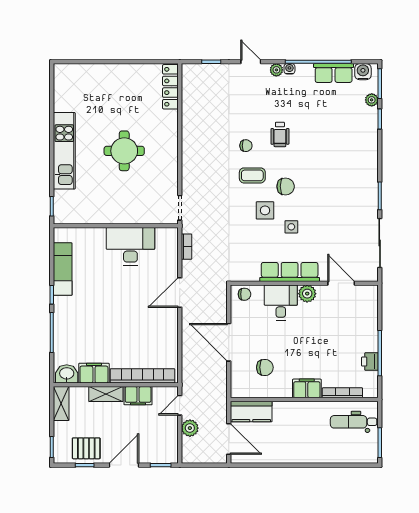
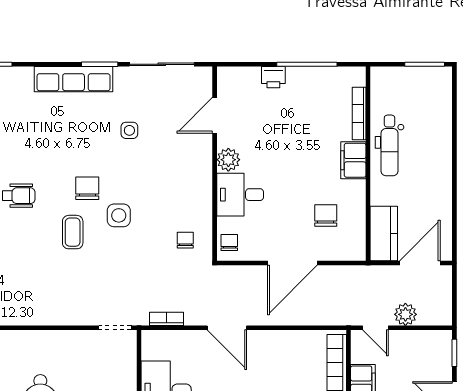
chair: (246, 146) -> (185, 240), moved
side table: (291, 227) -> (129, 130), moved
row of seats: (290, 272) -> (74, 79), moved, turned -90
printer: (370, 362) -> (273, 77), moved
dental chair: (354, 422) -> (389, 145), moved

